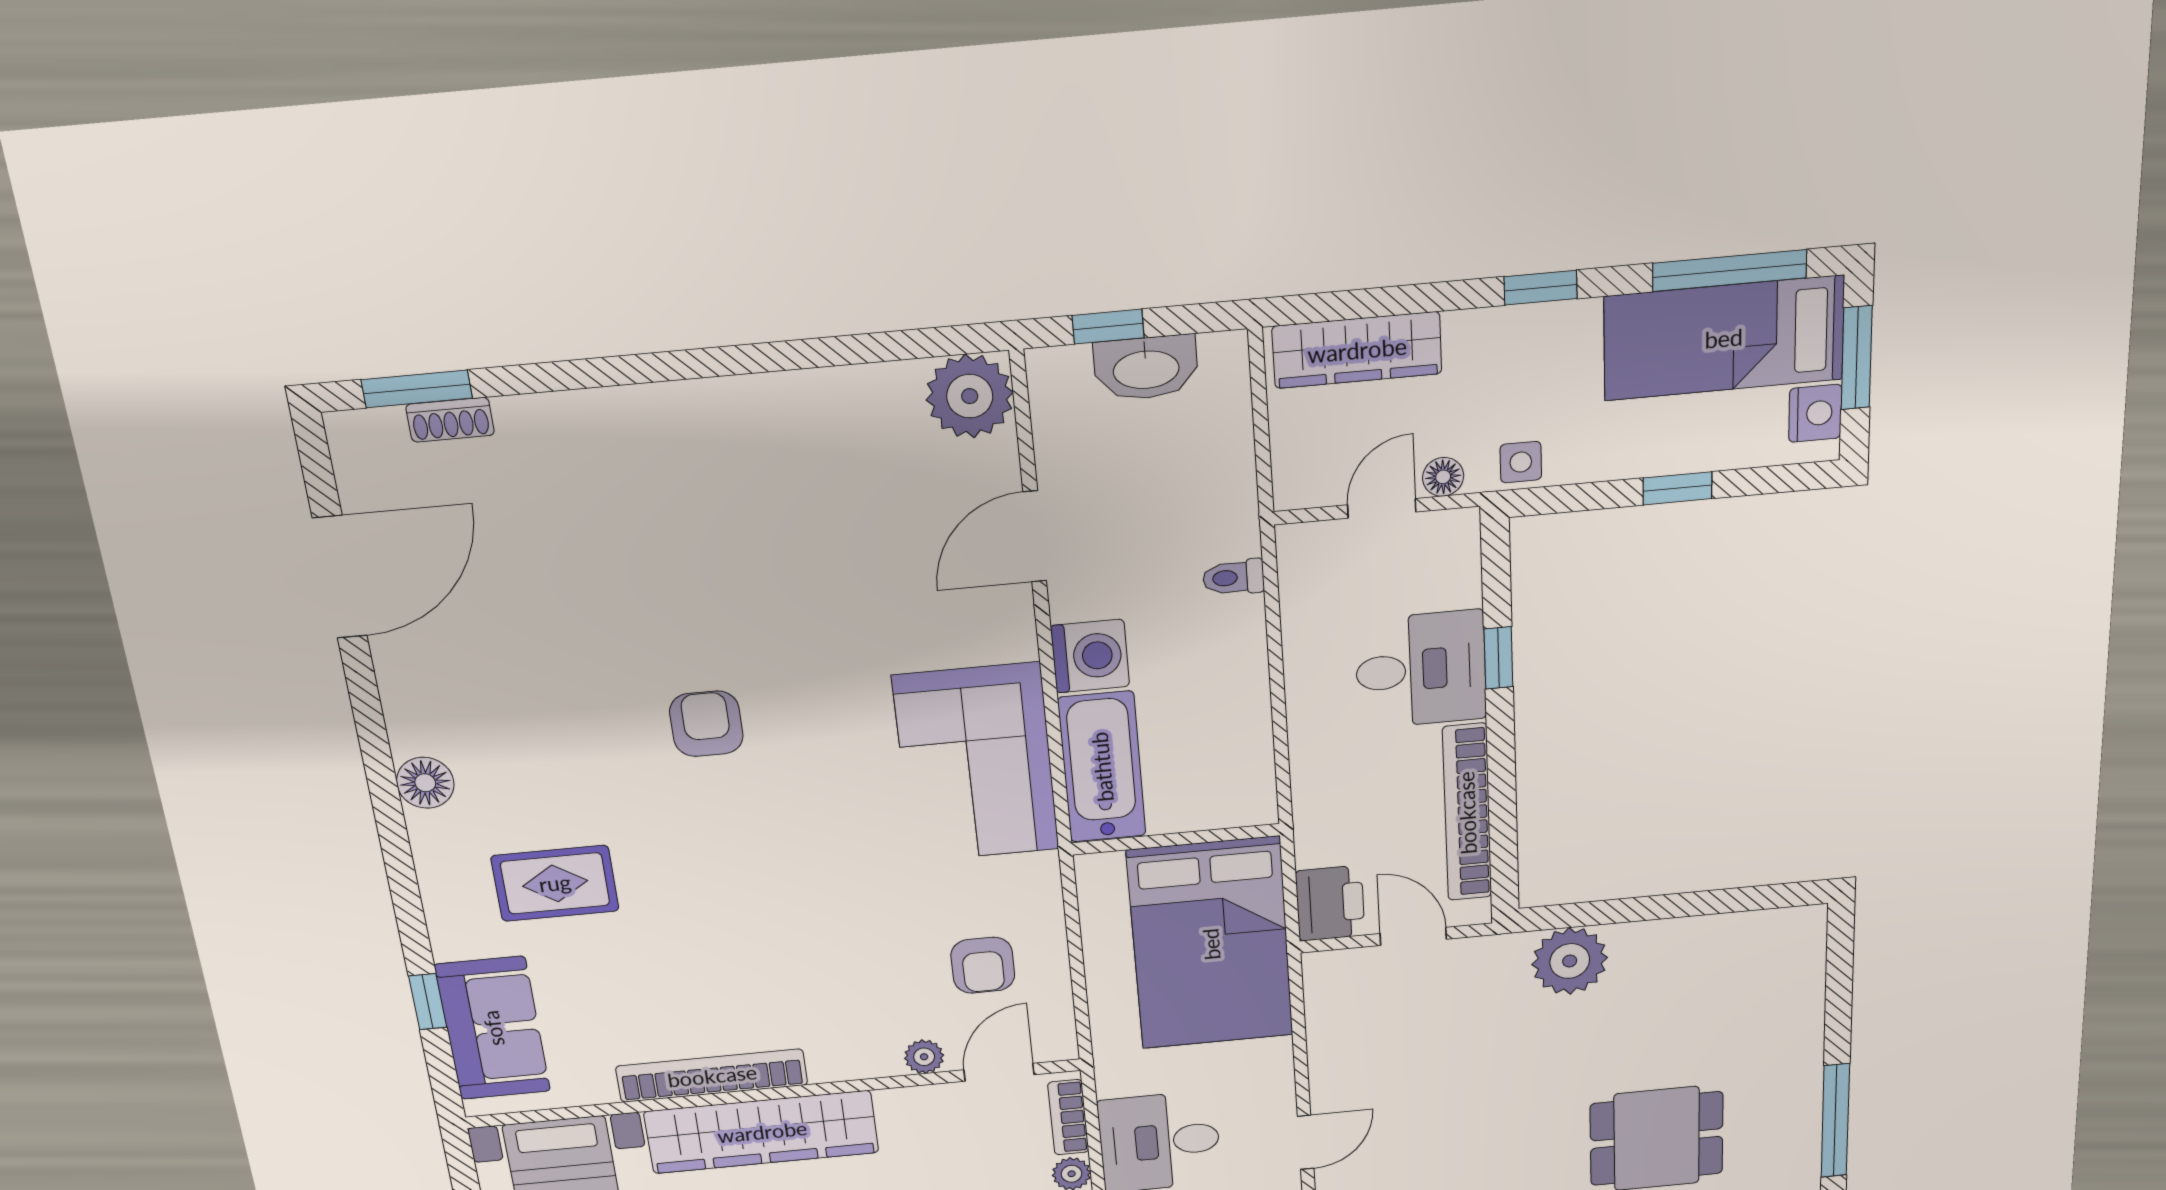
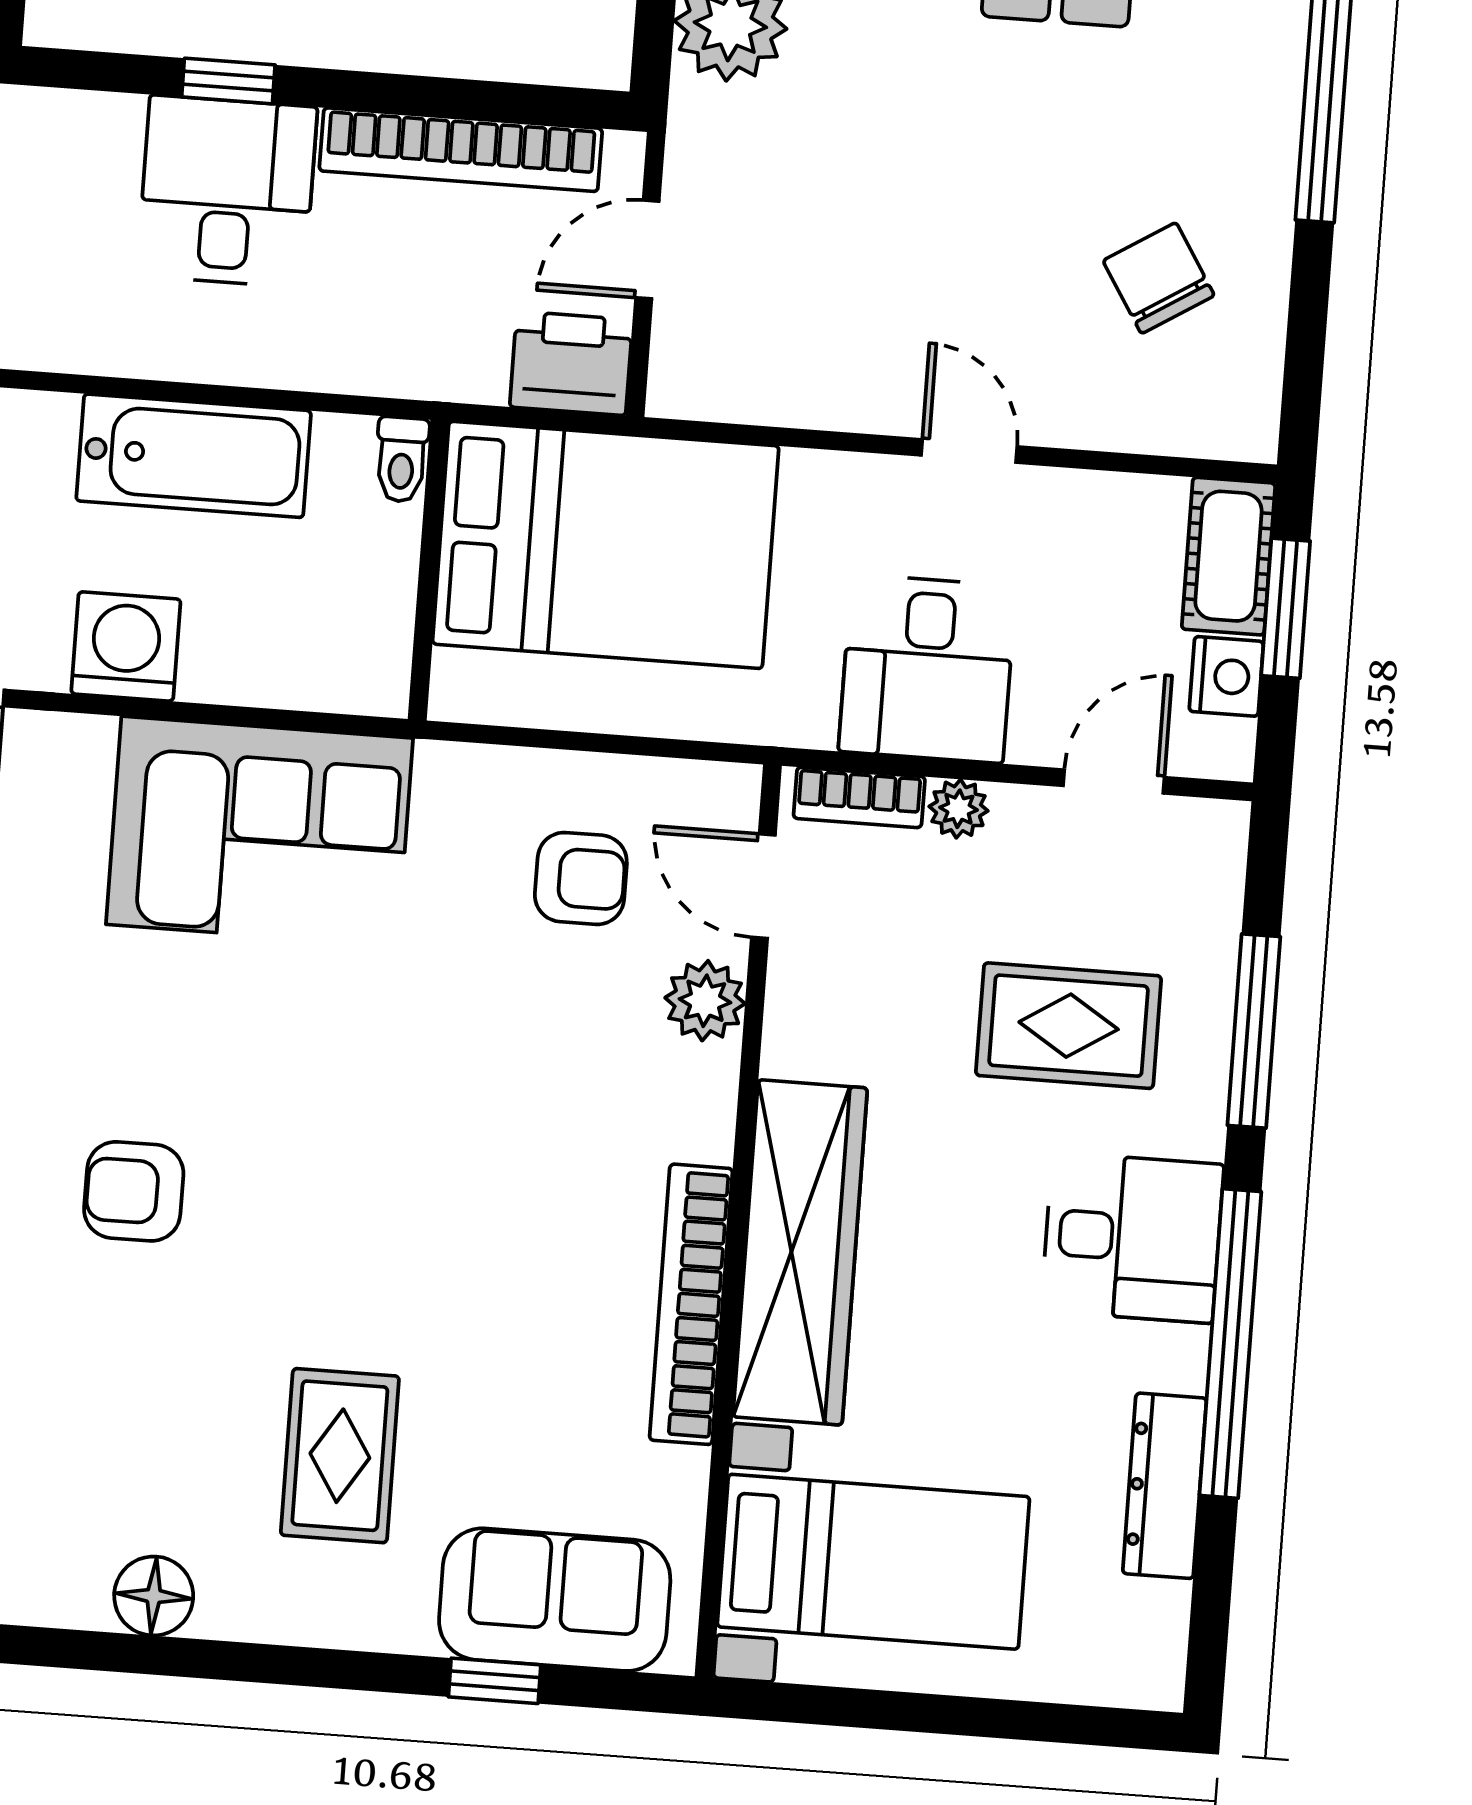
toilet: (1233, 577) -> (402, 460), moved
bathtub: (1102, 767) -> (194, 456), moved, turned 180
plant: (924, 1057) -> (705, 1001), width x1.38, depth x1.38

